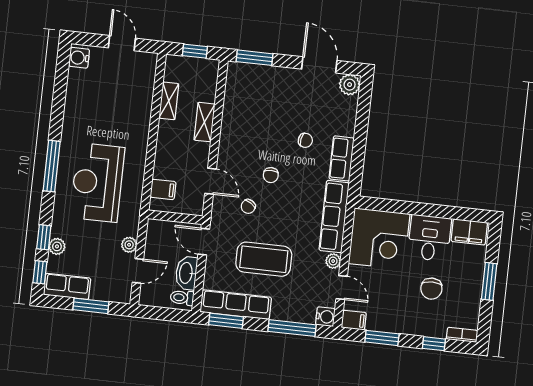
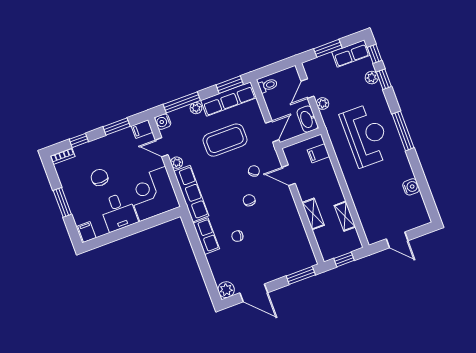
water cooler: (79, 58) -> (411, 187), moved
filing cabinet: (469, 232) -> (87, 232), width x0.50
door: (204, 242) -> (272, 131), hinge flipped
washbasin: (186, 273) -> (307, 119), moved, turned 180
plant: (279, 313) -> (196, 108), added

